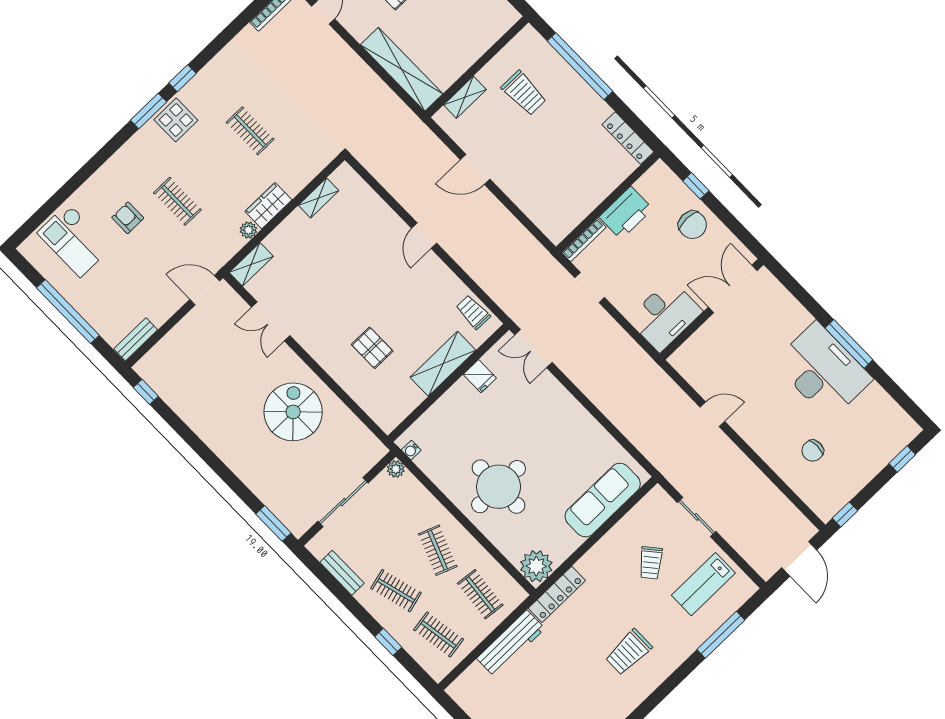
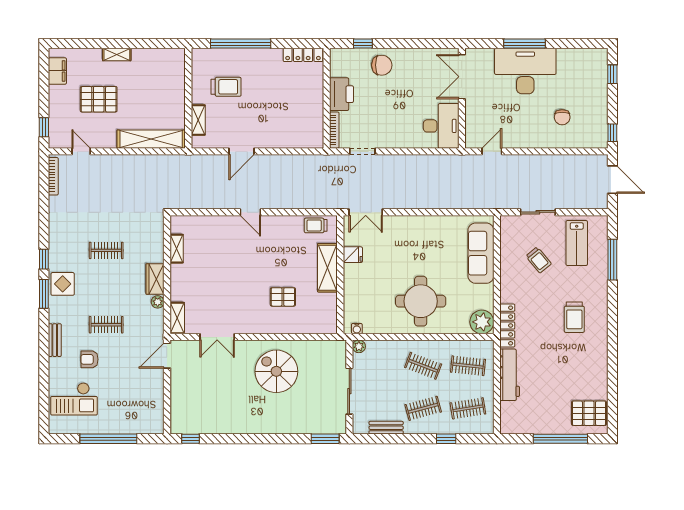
double door: (733, 289) -> (462, 77), moved
wall: (712, 309) -> (462, 98), moved
desk: (665, 315) -> (441, 126), moved
bench: (136, 339) -> (55, 340), moved

